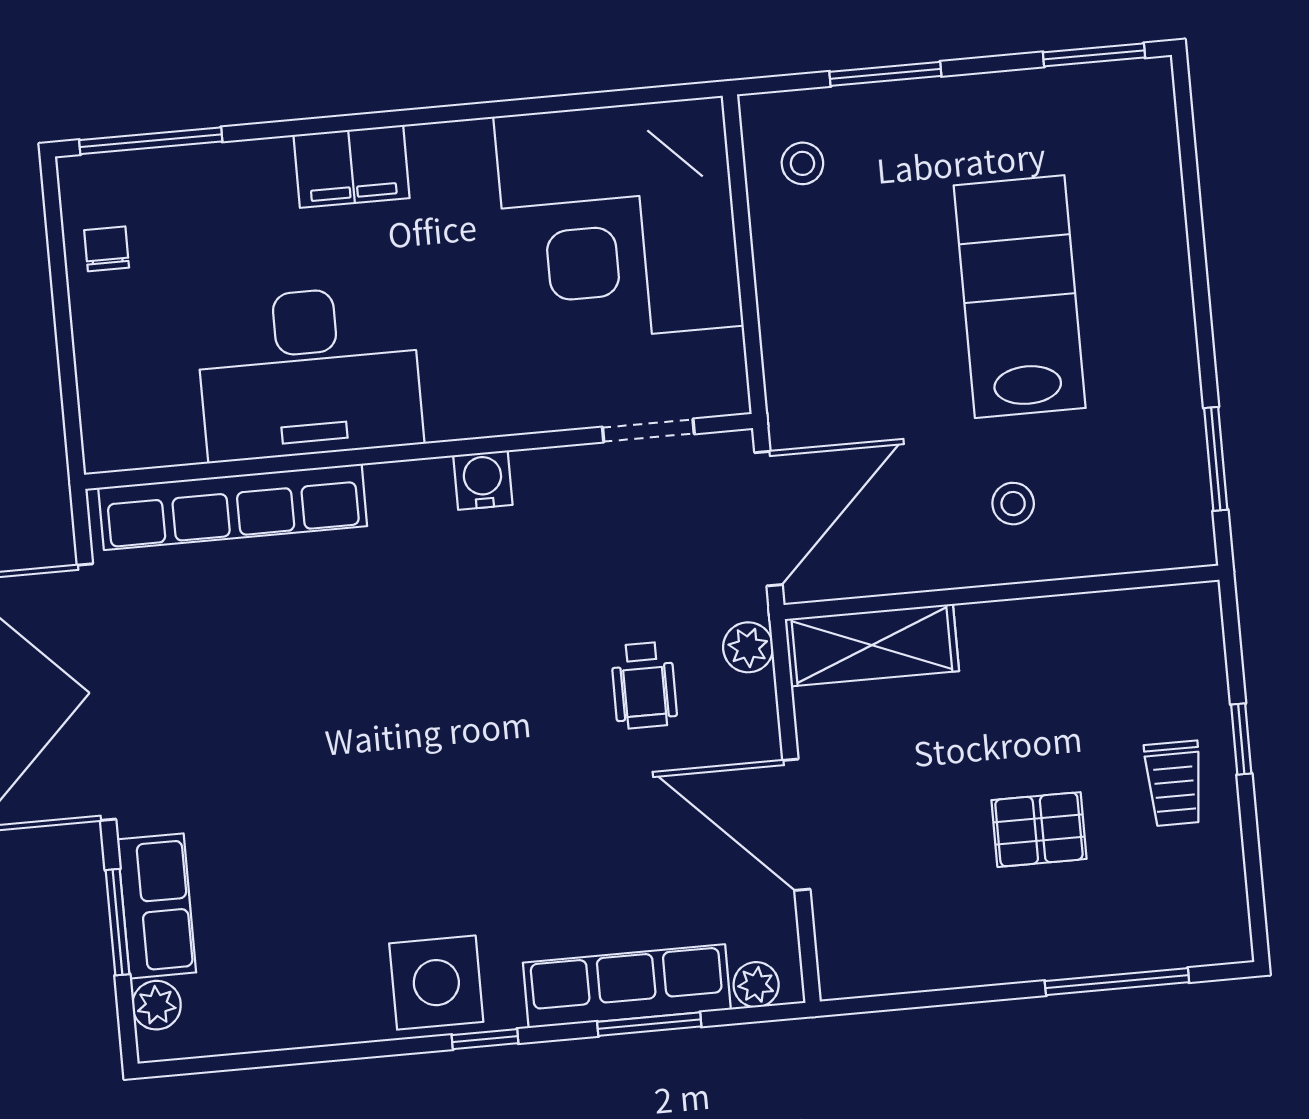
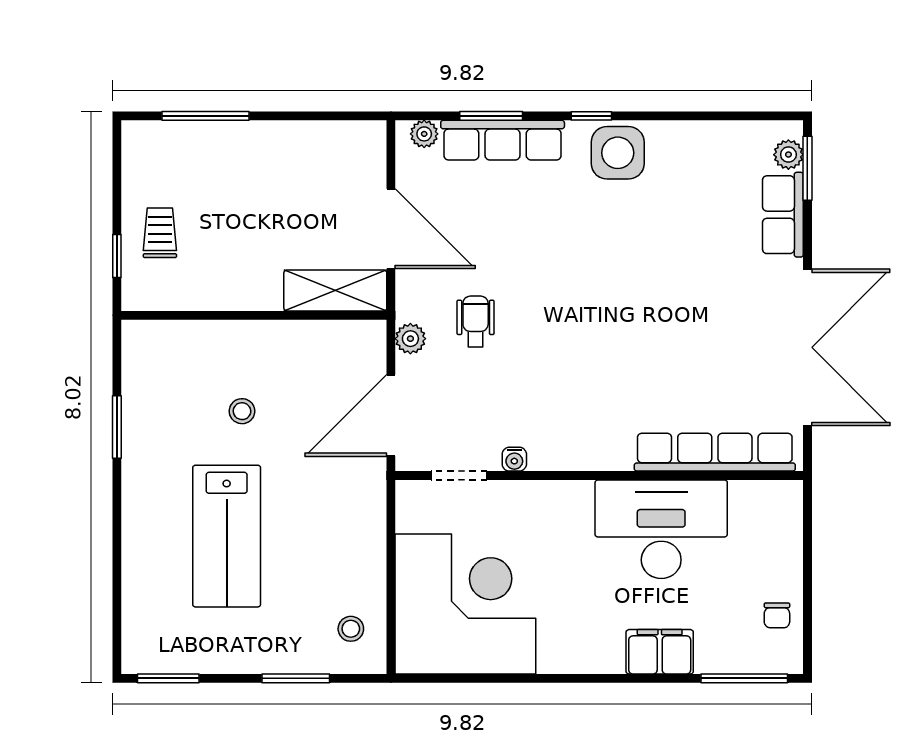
filing cabinet: (352, 166) -> (660, 652), moved
water cooler: (483, 480) -> (514, 459), moved, width x0.72, depth x0.72
wall: (1002, 592) -> (254, 315), moved
shelving: (872, 645) -> (335, 290), moved
pallet: (1039, 830) -> (244, 212), removed
window: (117, 922) -> (807, 168), moved

